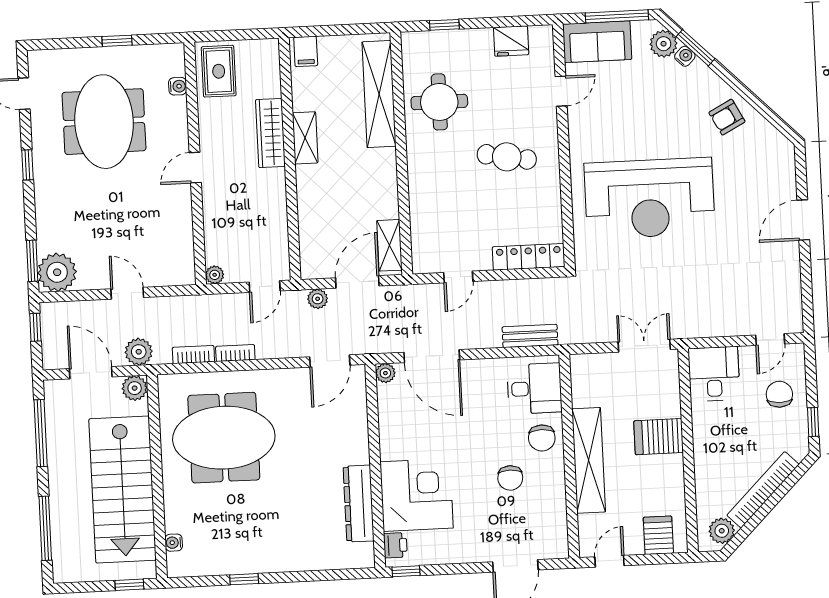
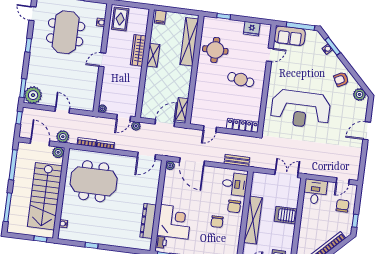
plant: (664, 44) -> (360, 94), moved
plant: (318, 299) -> (136, 126), moved

